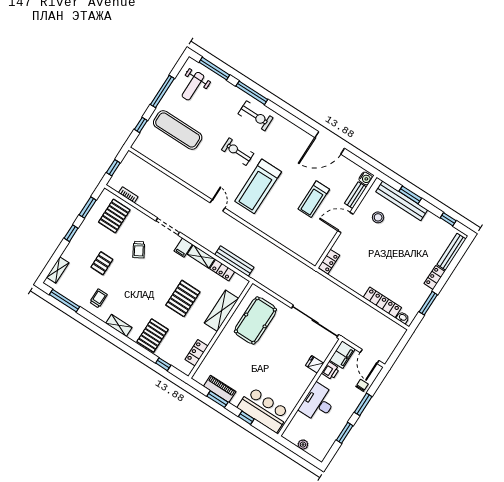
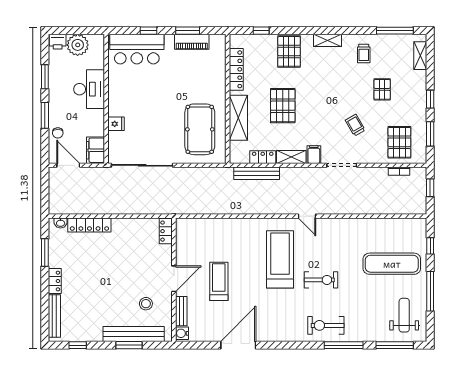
locker: (196, 353) -> (236, 69), width x1.53
printer: (330, 371) -> (58, 42), moved, turned -90
plant: (303, 445) -> (78, 45), width x1.88, depth x1.88

